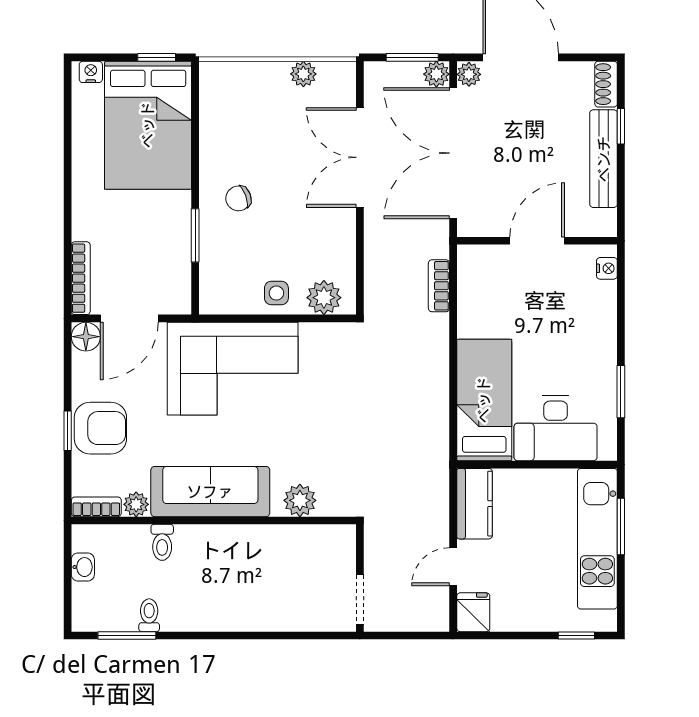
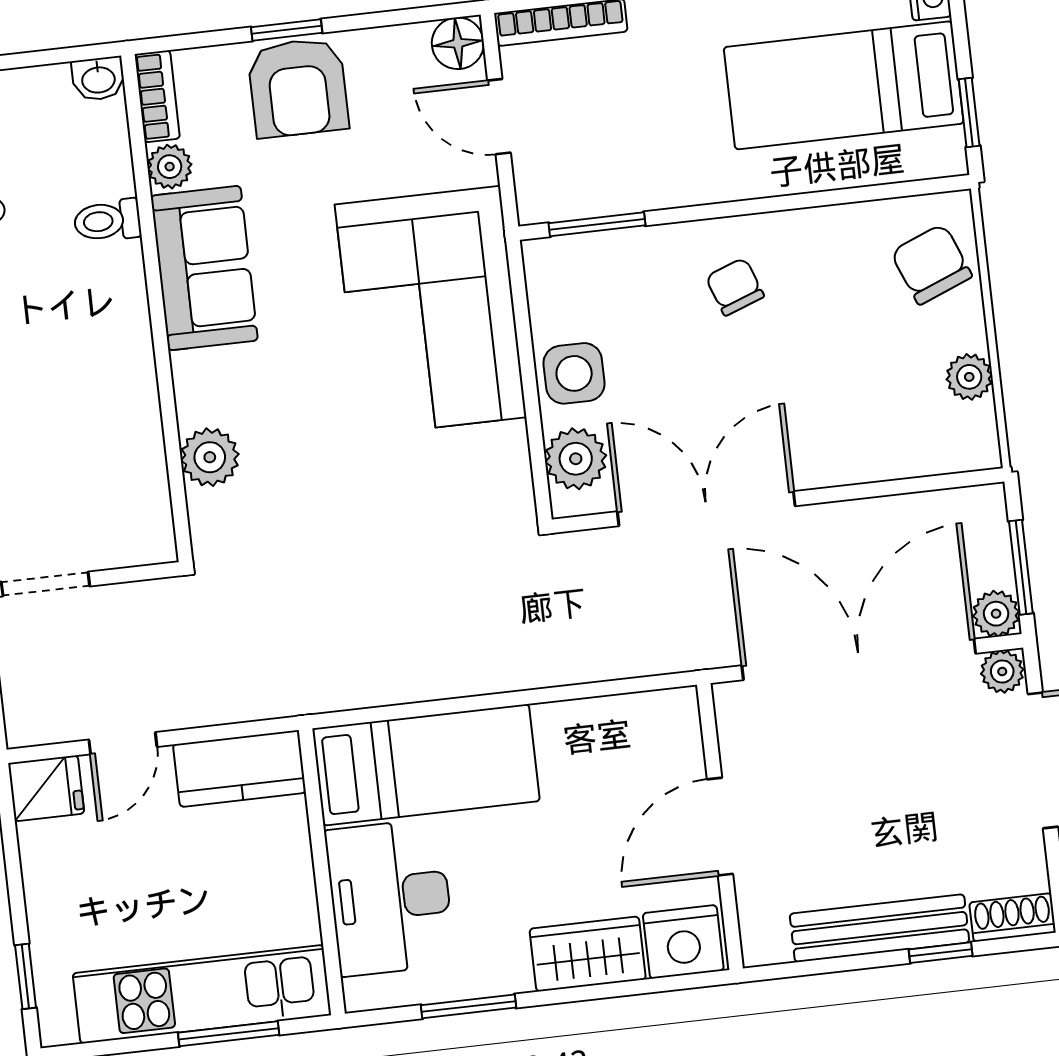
chair: (238, 88) -> (931, 264), added
bed: (148, 125) -> (844, 85), width x0.67
double door: (360, 157) -> (706, 509), moved
window: (195, 235) -> (597, 224), moved
door: (537, 241) -> (720, 827), swing flipped
nightstand: (607, 268) -> (683, 942), width x1.89, depth x1.79
bookcase: (439, 286) -> (620, 661), removed
side table: (276, 293) -> (574, 373), width x1.37, depth x1.37
door: (129, 318) -> (499, 117), width x0.73
wardrobe: (599, 322) -> (588, 954), added
sofa: (210, 492) -> (204, 268), width x0.73
washbasin: (83, 567) -> (98, 79), moved
door: (453, 567) -> (123, 743), swing flipped

